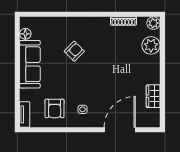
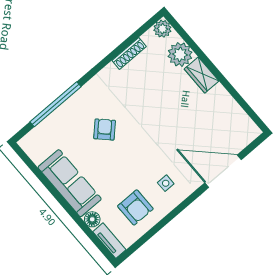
window: (59, 14) -> (55, 104), added
floor lamp: (25, 34) -> (92, 219), moved
wardrobe: (153, 96) -> (202, 75), moved
door: (120, 130) -> (223, 171), hinge flipped

